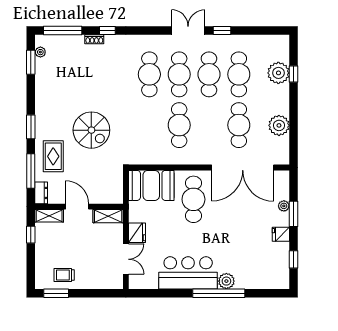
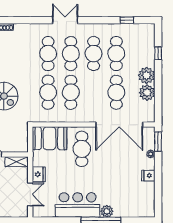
window: (107, 31) -> (16, 20), removed
double door: (188, 31) -> (65, 20), moved
window: (222, 31) -> (127, 20), moved
plant: (278, 73) -> (147, 75), moved
cafe table: (149, 125) -> (48, 92), added
window: (294, 214) -> (158, 142), moved
window: (294, 259) -> (158, 195), removed

